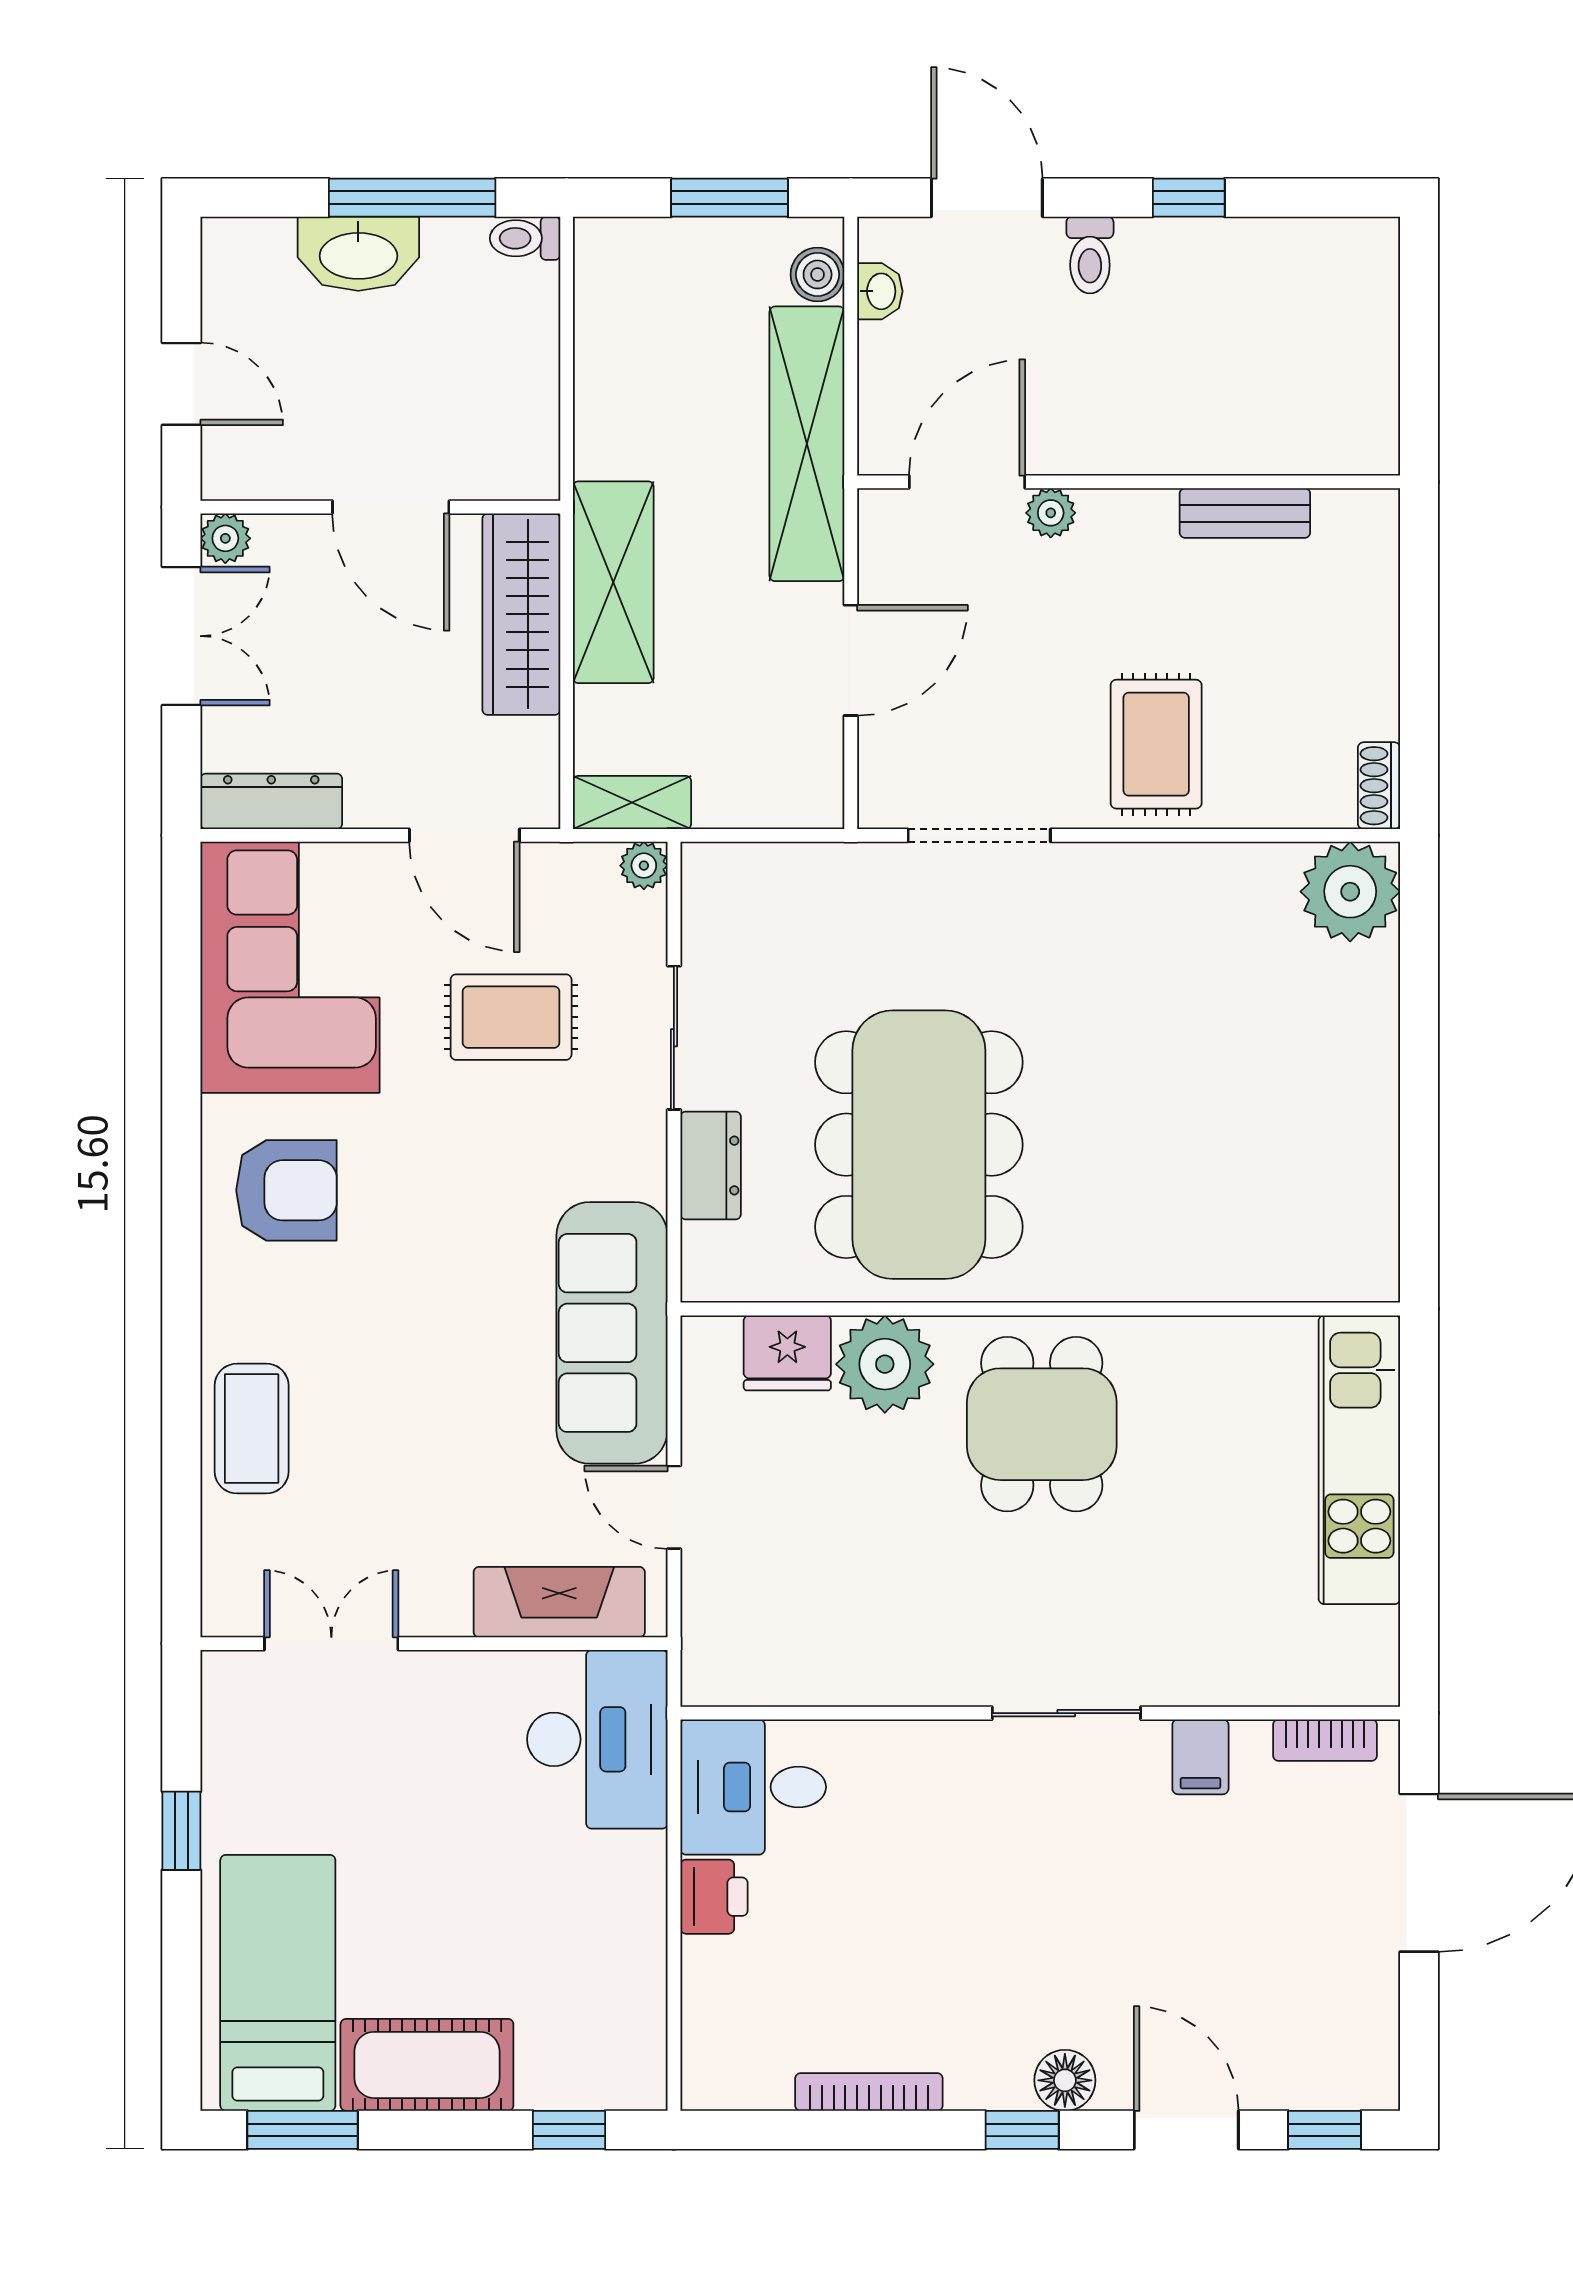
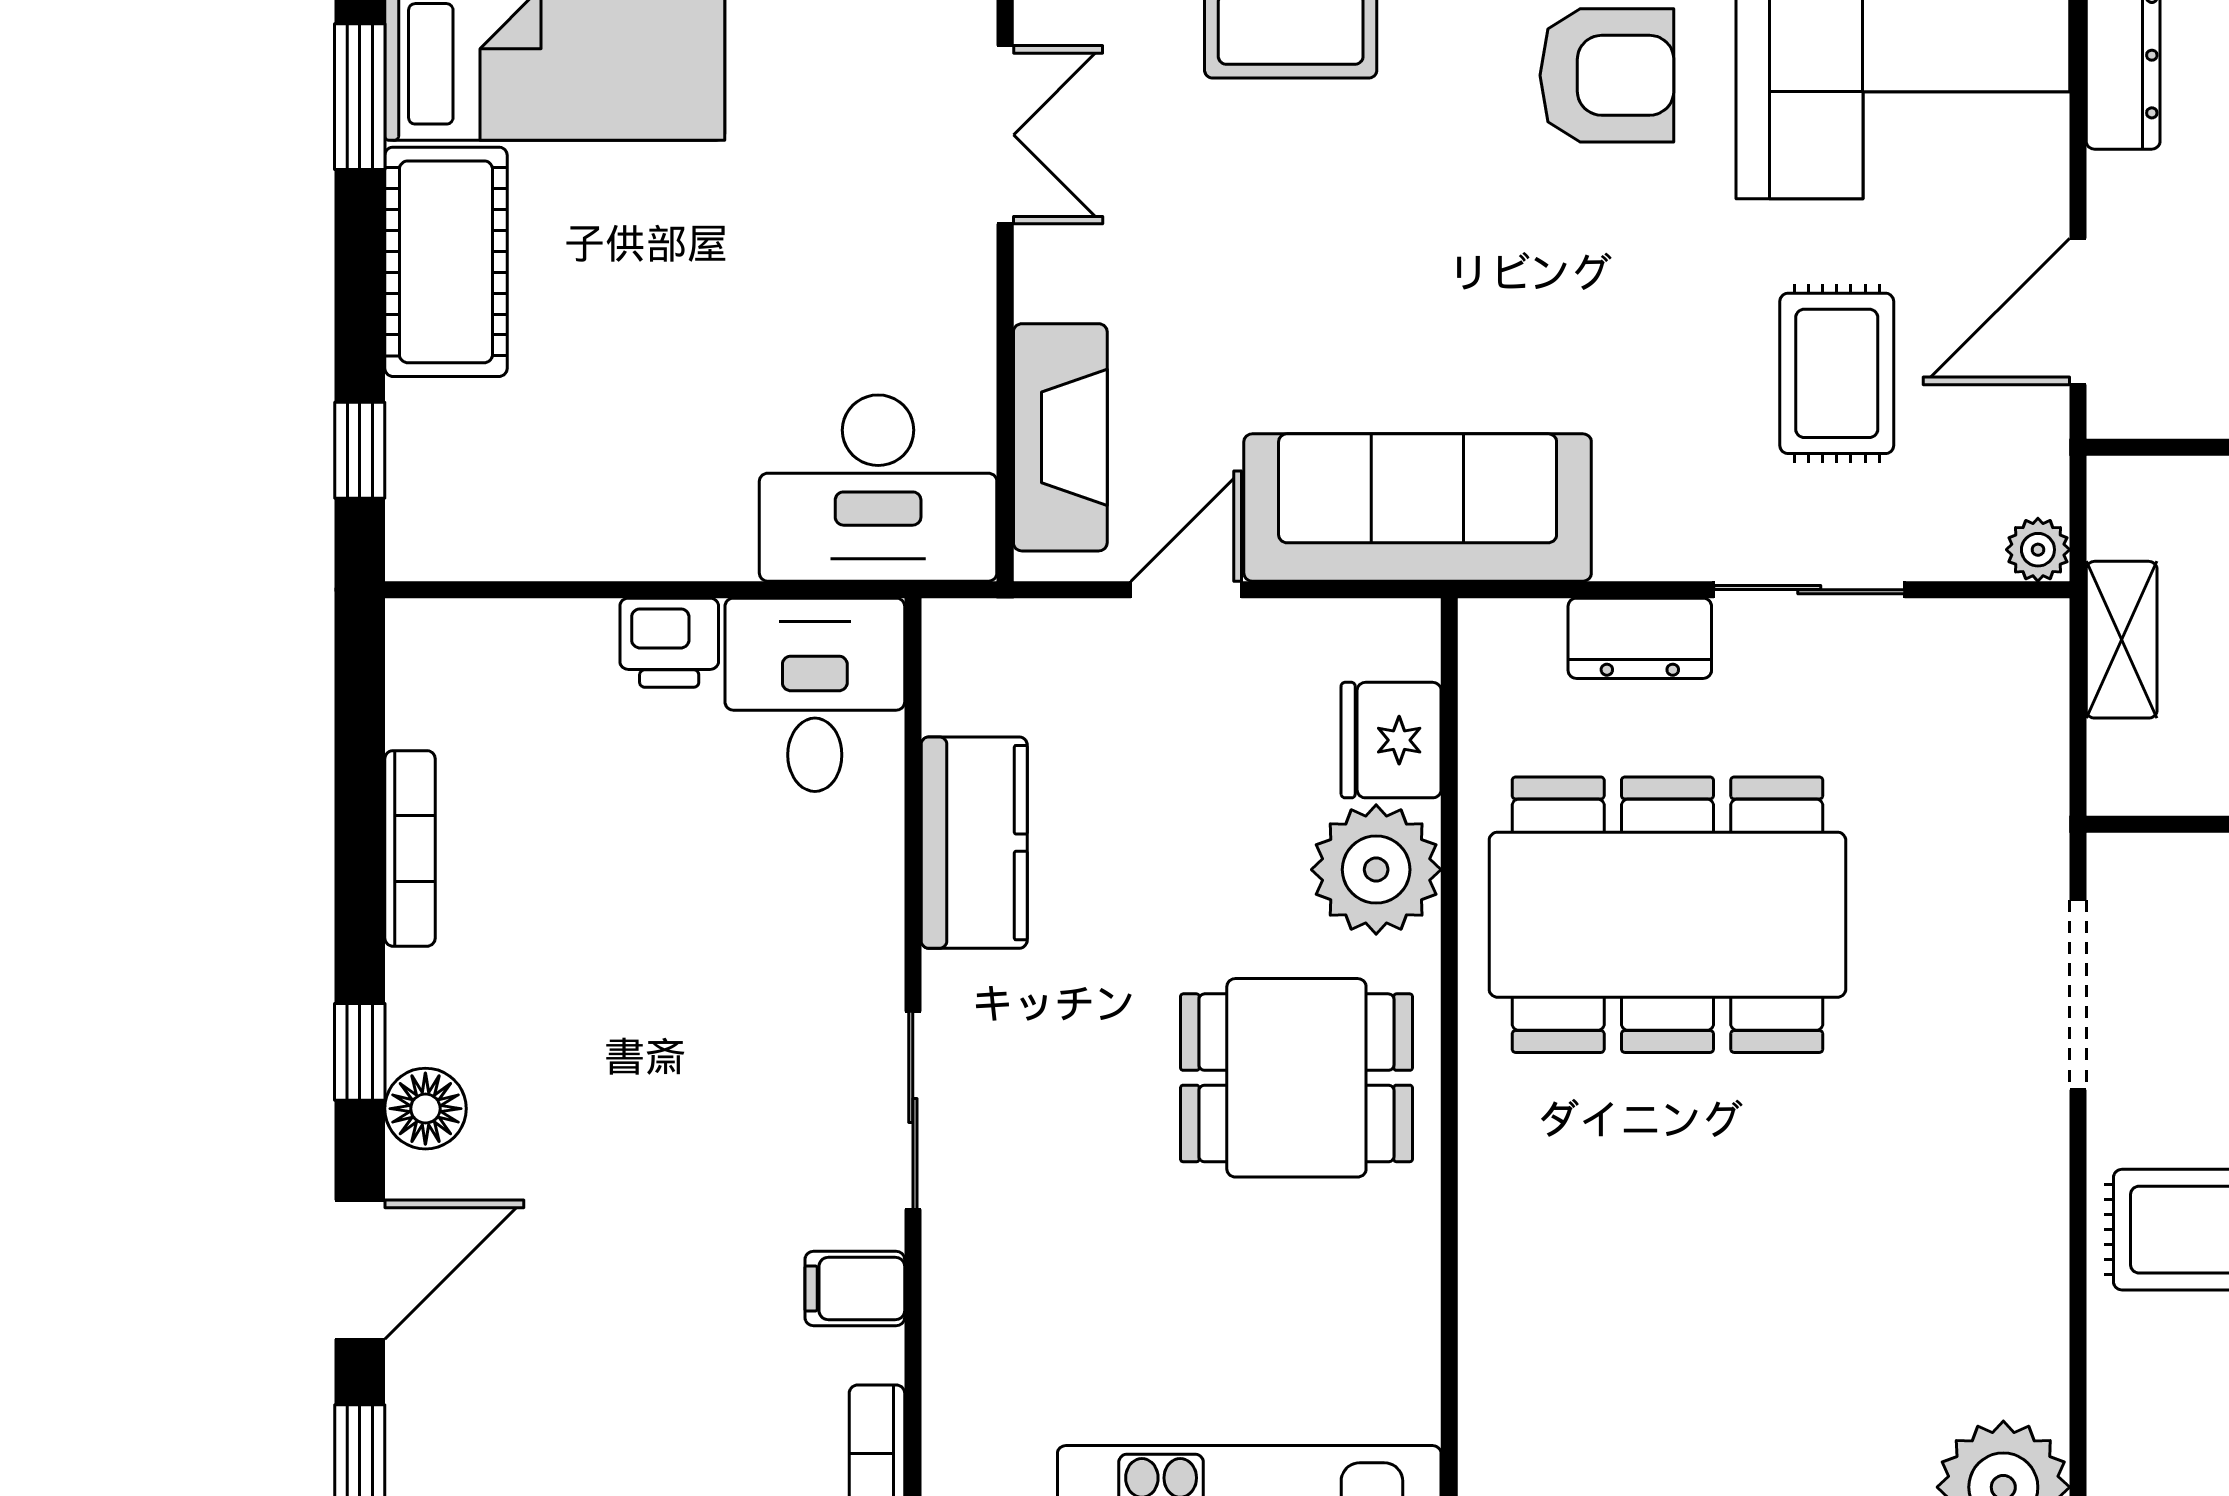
shelving: (632, 802) -> (2122, 640), moved
armchair: (286, 1190) -> (1607, 75), turned -90
kitchen counter: (865, 1667) -> (974, 843), added

